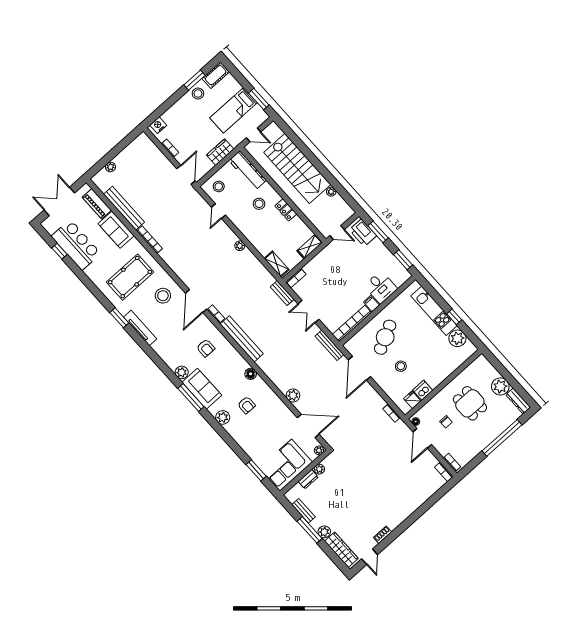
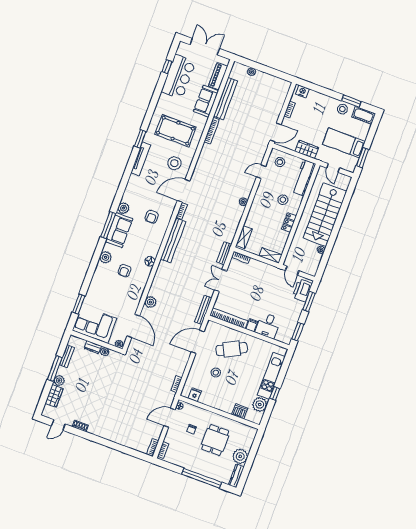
dishwasher: (423, 390) -> (240, 411), moved
wardrobe: (341, 550) -> (54, 396), width x0.67

